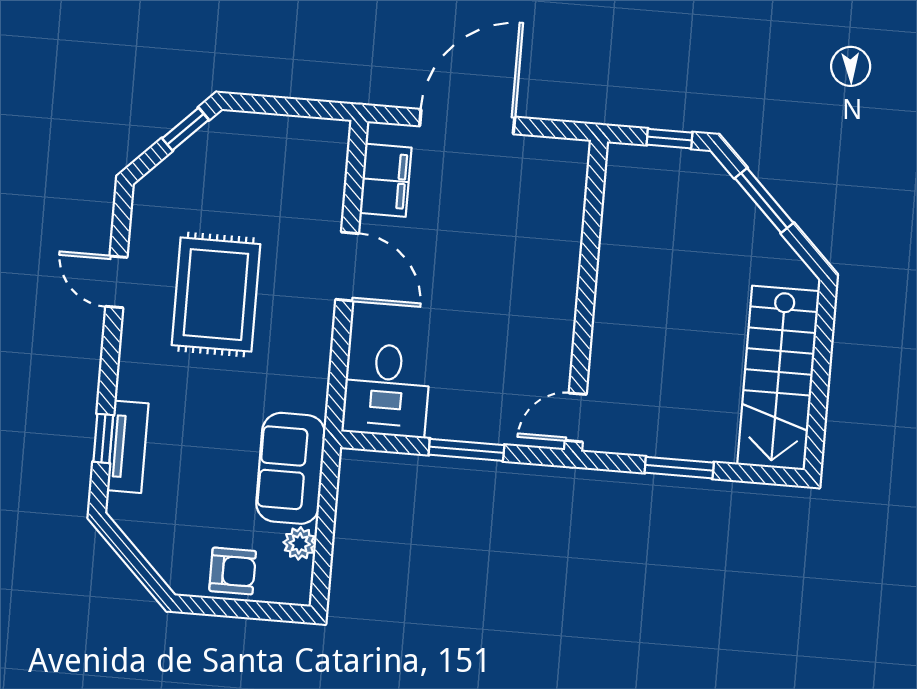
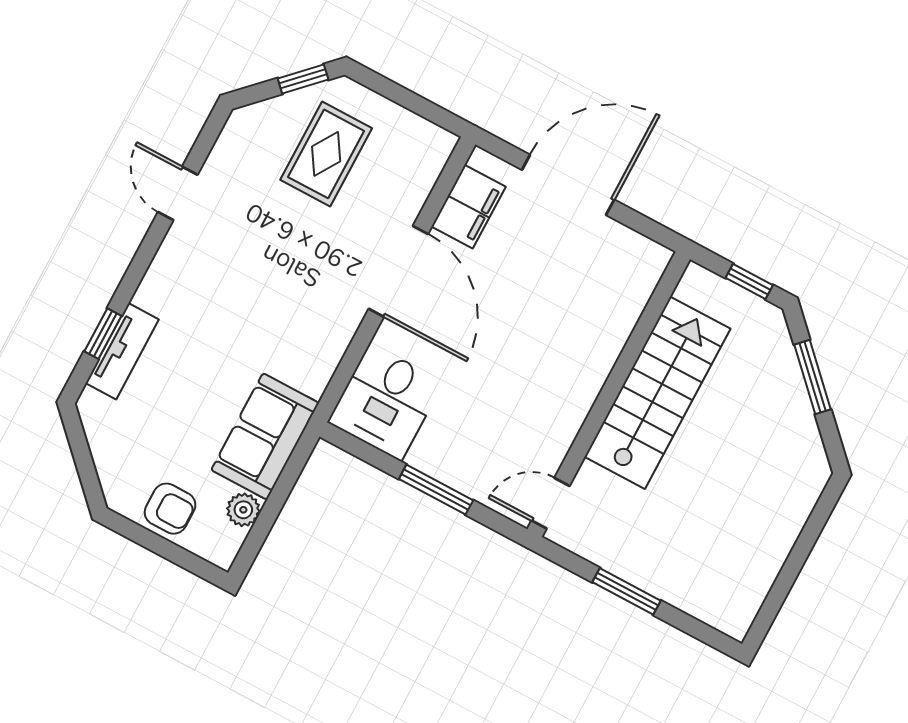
door: (347, 266) -> (398, 271), width x1.36
rug: (216, 295) -> (326, 154), moved, width x0.73, depth x0.70
stairs: (778, 378) -> (657, 393), moved, turned 180

